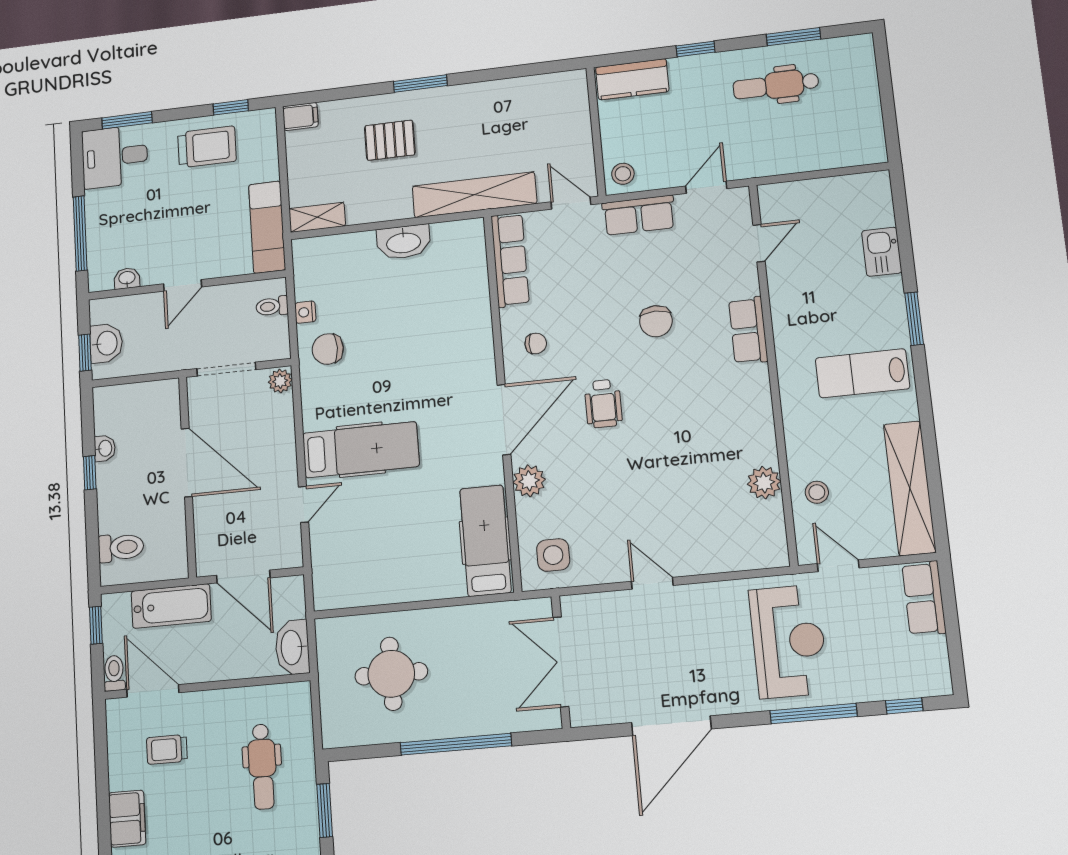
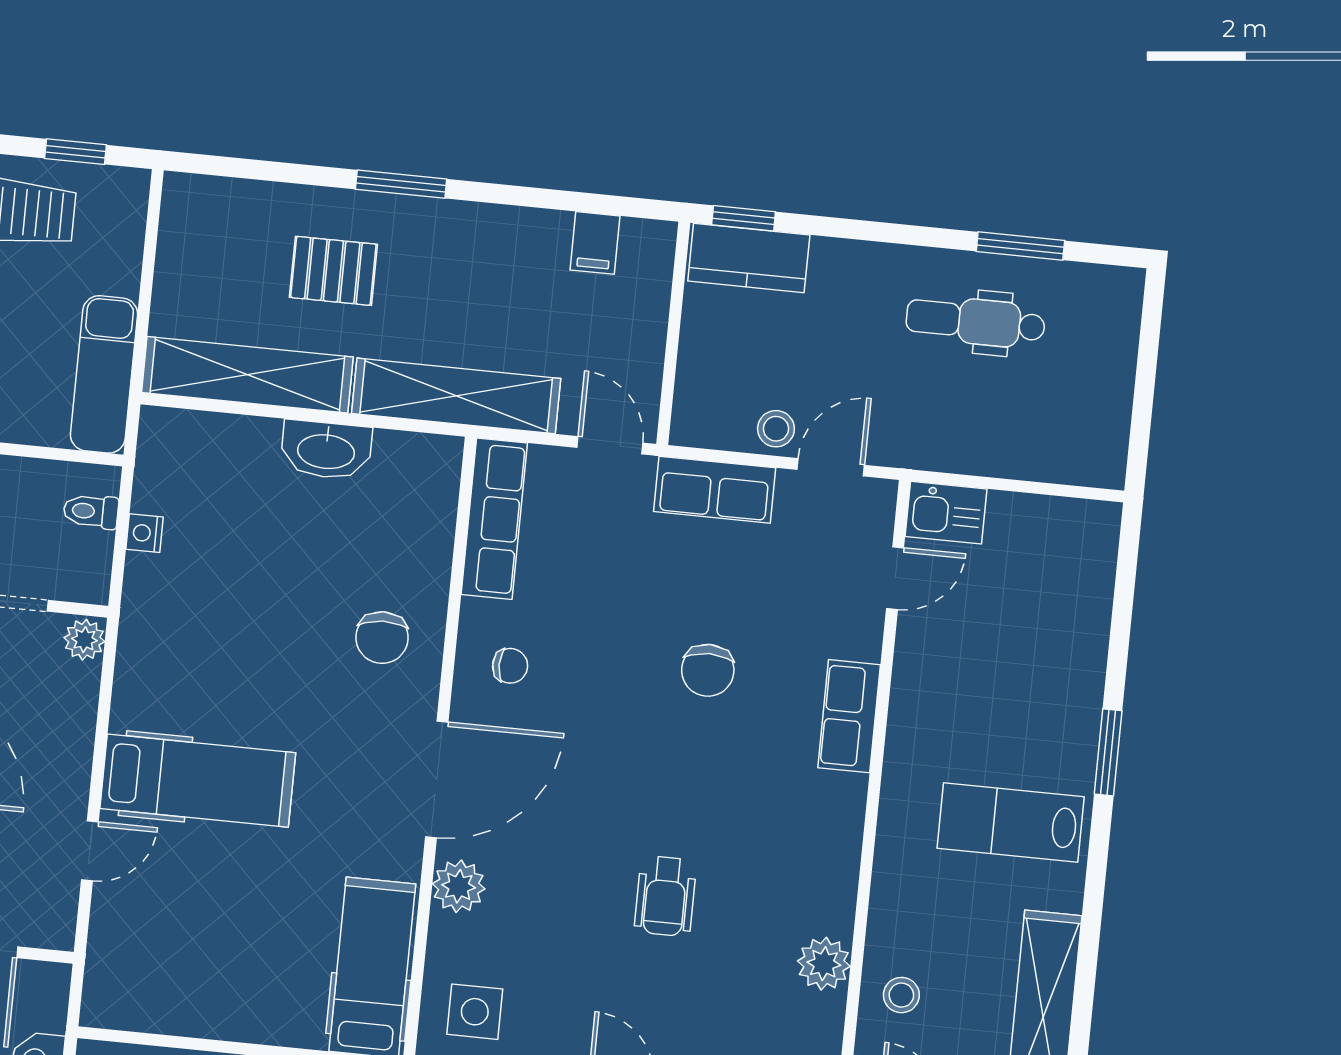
window: (696, 49) -> (744, 218), moved
filing cabinet: (300, 117) -> (595, 243), moved, turned 90
stool: (623, 174) -> (776, 429), moved
shelving: (317, 217) -> (247, 375), width x2.20, depth x1.33
kitchen sink: (882, 252) -> (946, 513), moved, turned -90
chair: (328, 349) -> (382, 638), moved, turned -92
wheelchair: (603, 404) -> (665, 896), moved

